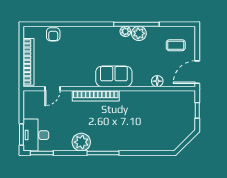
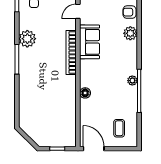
plant: (139, 33) -> (130, 33), moved
sofa: (114, 76) -> (90, 42), moved
floor lamp: (157, 81) -> (85, 93), moved
door: (52, 89) -> (78, 11), hinge flipped

